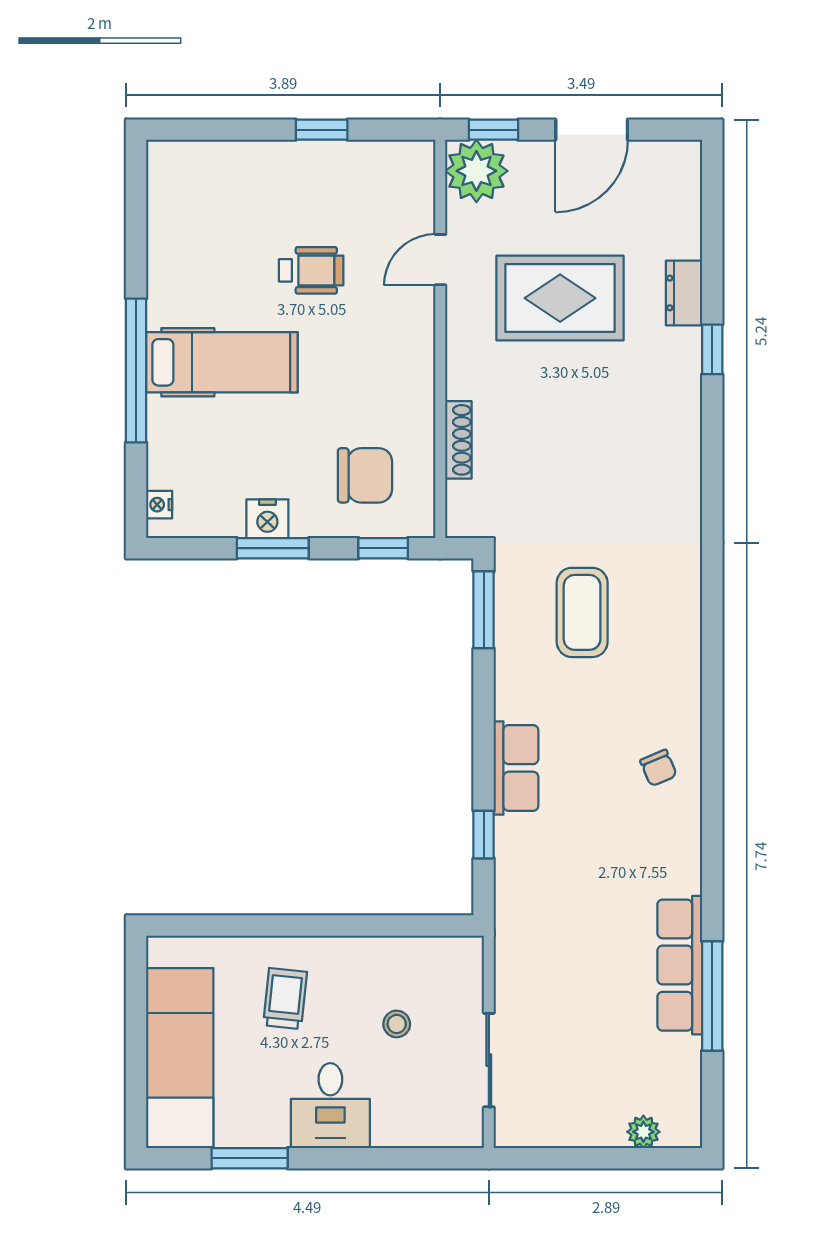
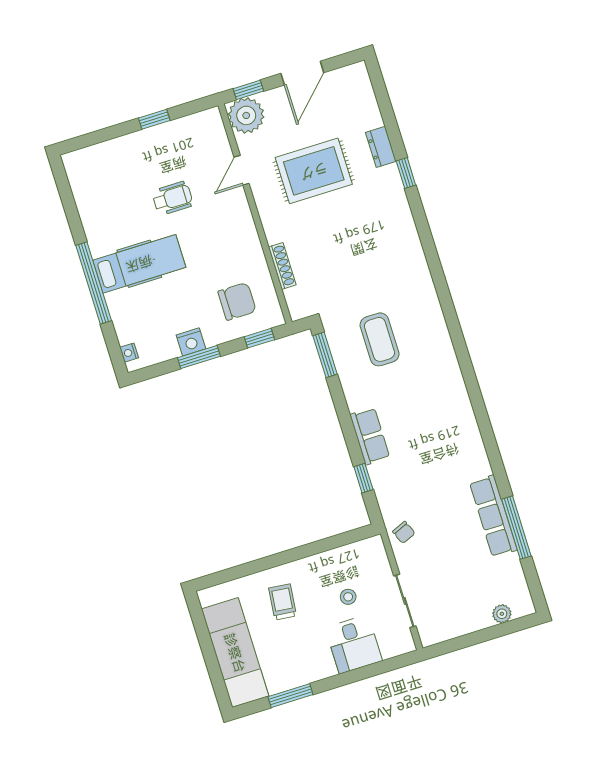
chair: (658, 768) -> (404, 532), moved
desk: (330, 1106) -> (354, 644), moved

